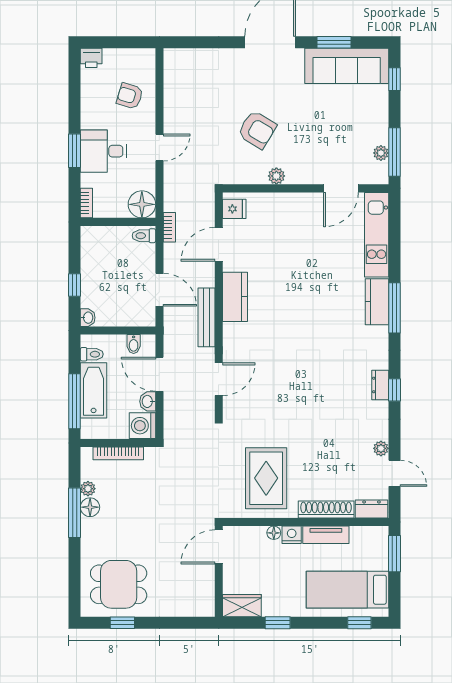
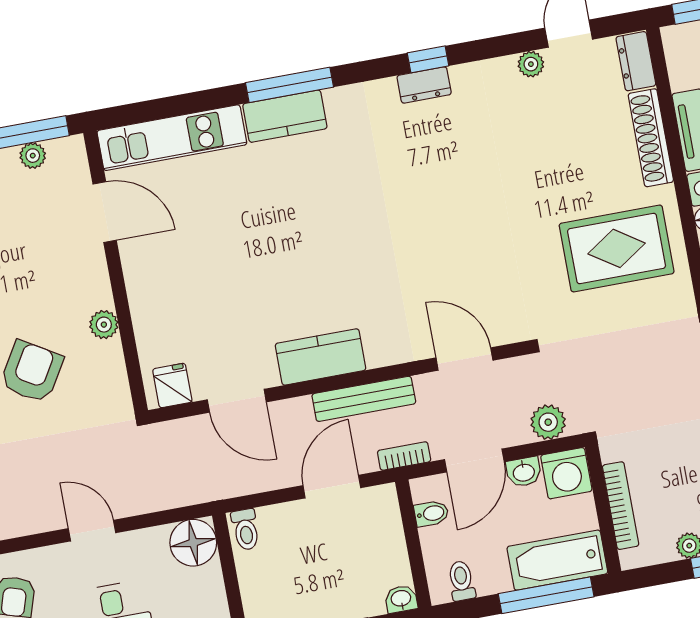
bookcase: (169, 227) -> (404, 456), moved
bathtub: (94, 390) -> (557, 560), moved
plant: (174, 421) -> (548, 422), added

